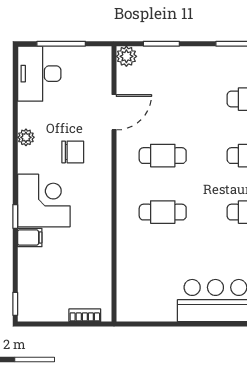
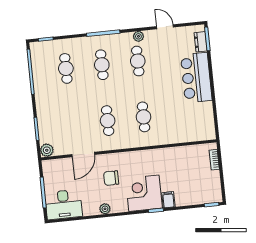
door: (114, 112) -> (83, 155), swing flipped
chair: (73, 152) -> (111, 178), turned -90

